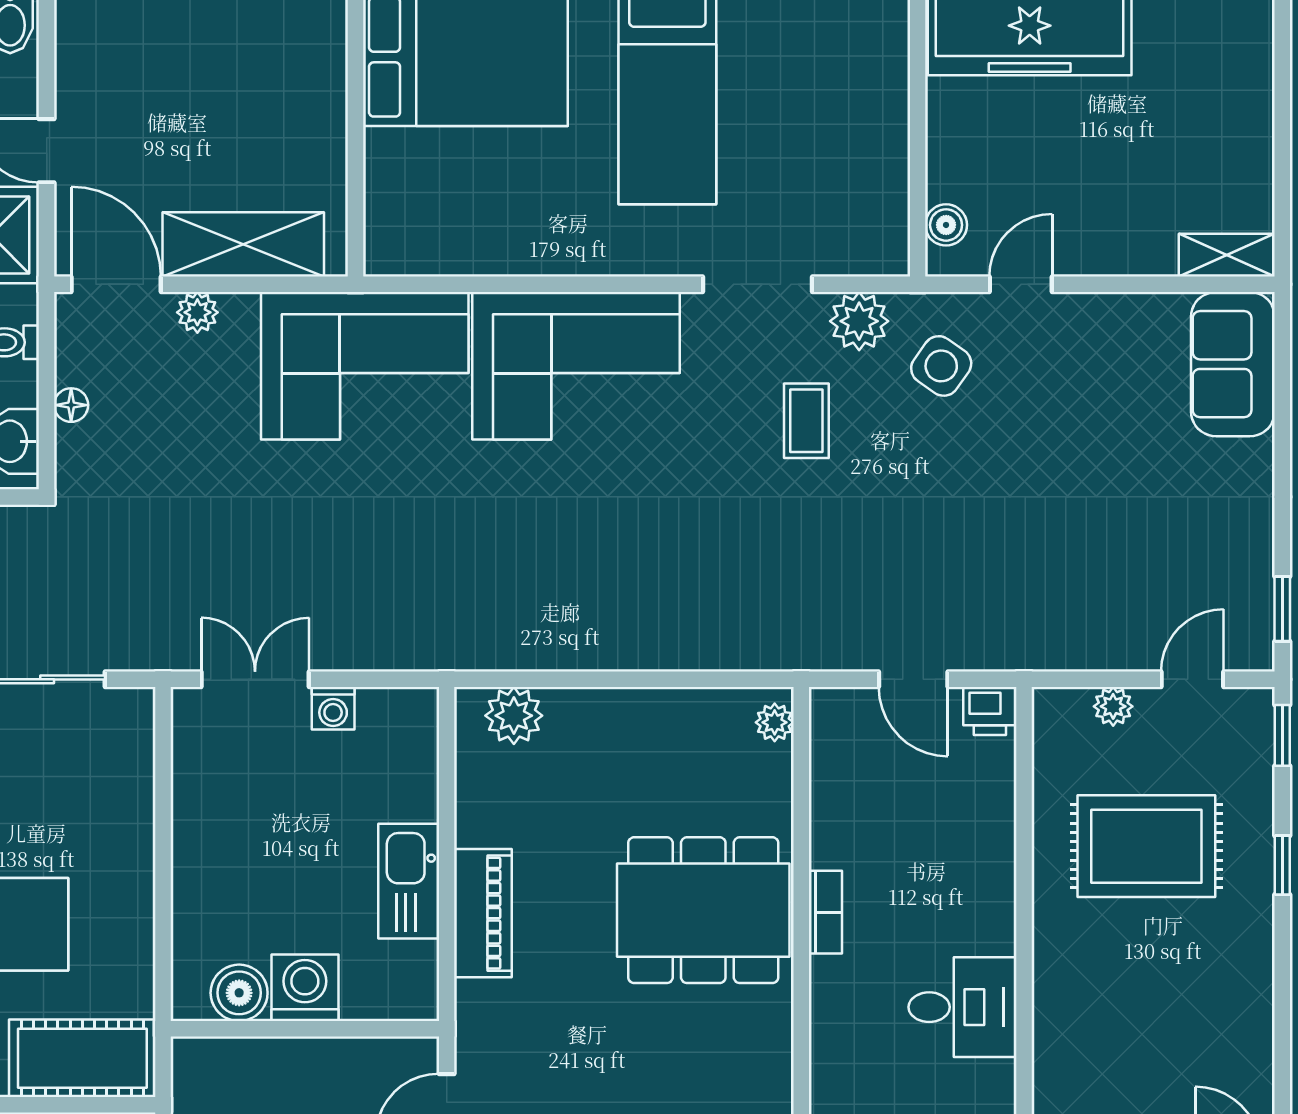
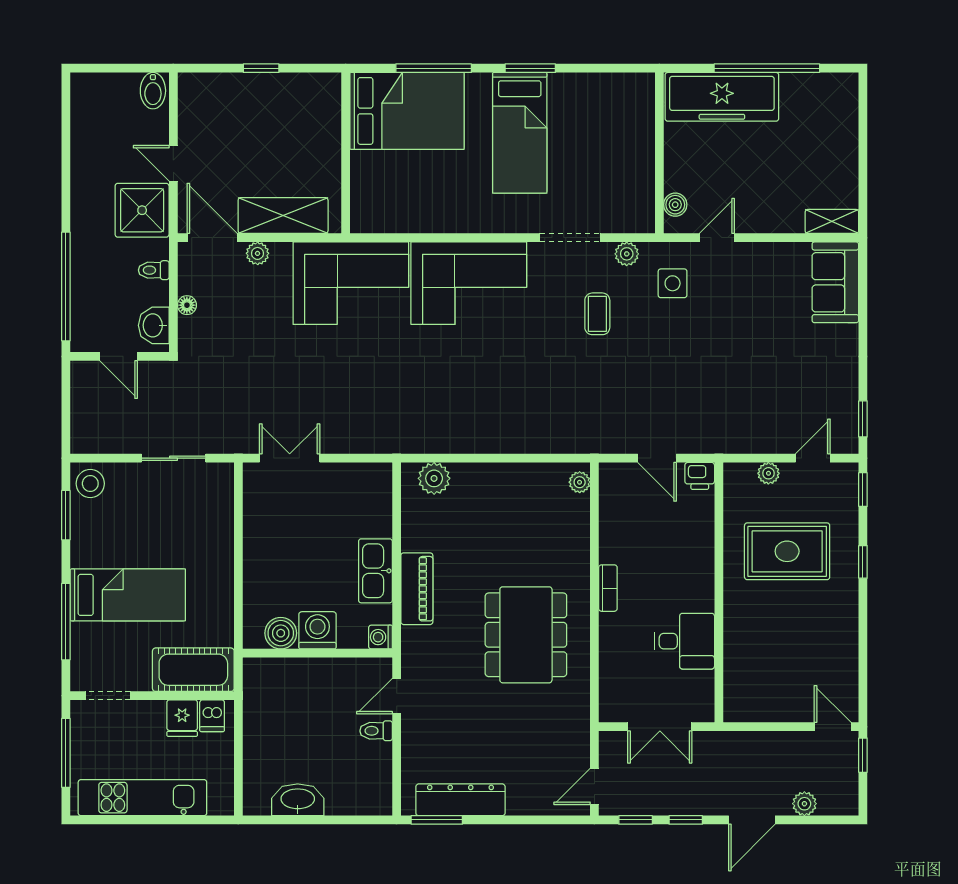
plant: (859, 321) -> (627, 254), width x0.73, depth x0.73
side table: (941, 366) -> (673, 283), turned -35
washing machine: (333, 708) -> (380, 637), moved, turned 90
dining table: (703, 910) -> (526, 635), moved, turned 90

